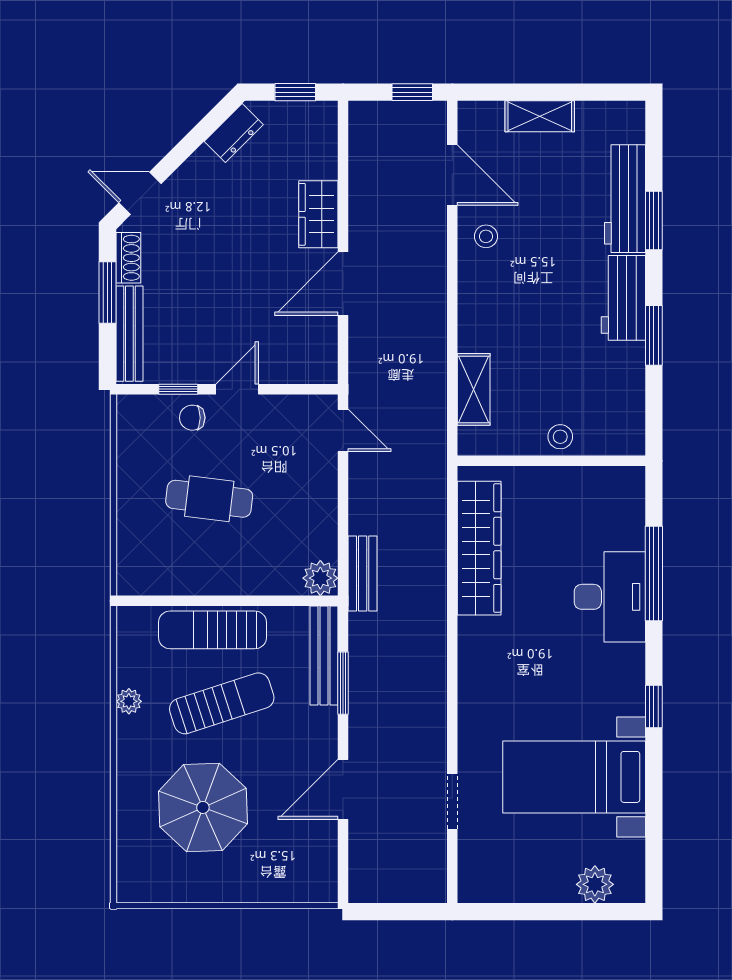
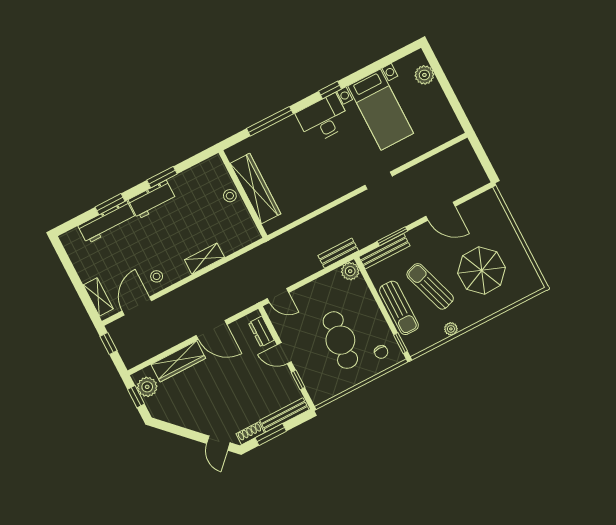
shelving: (540, 116) -> (98, 297), moved
plant: (302, 120) -> (147, 387), added
dresser: (234, 133) -> (261, 332), moved, turned -135
wardrobe: (318, 214) -> (178, 361), width x1.50
shelving: (474, 389) -> (204, 259), moved
chair: (192, 418) -> (381, 352), moved
door: (343, 430) -> (278, 296), swing flipped
cafe table: (209, 499) -> (340, 340), width x1.37, depth x1.35
wardrobe: (479, 548) -> (255, 189), moved, turned 90
desk: (610, 597) -> (323, 119), moved
window: (150, 601) -> (401, 343), added
doorway: (452, 801) -> (379, 181), moved

